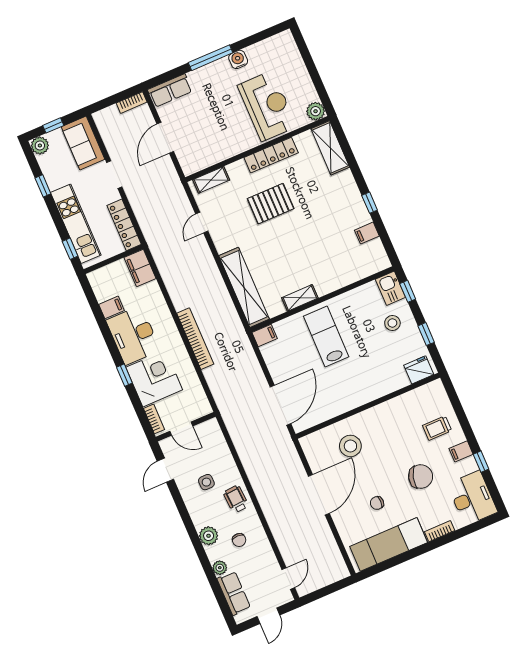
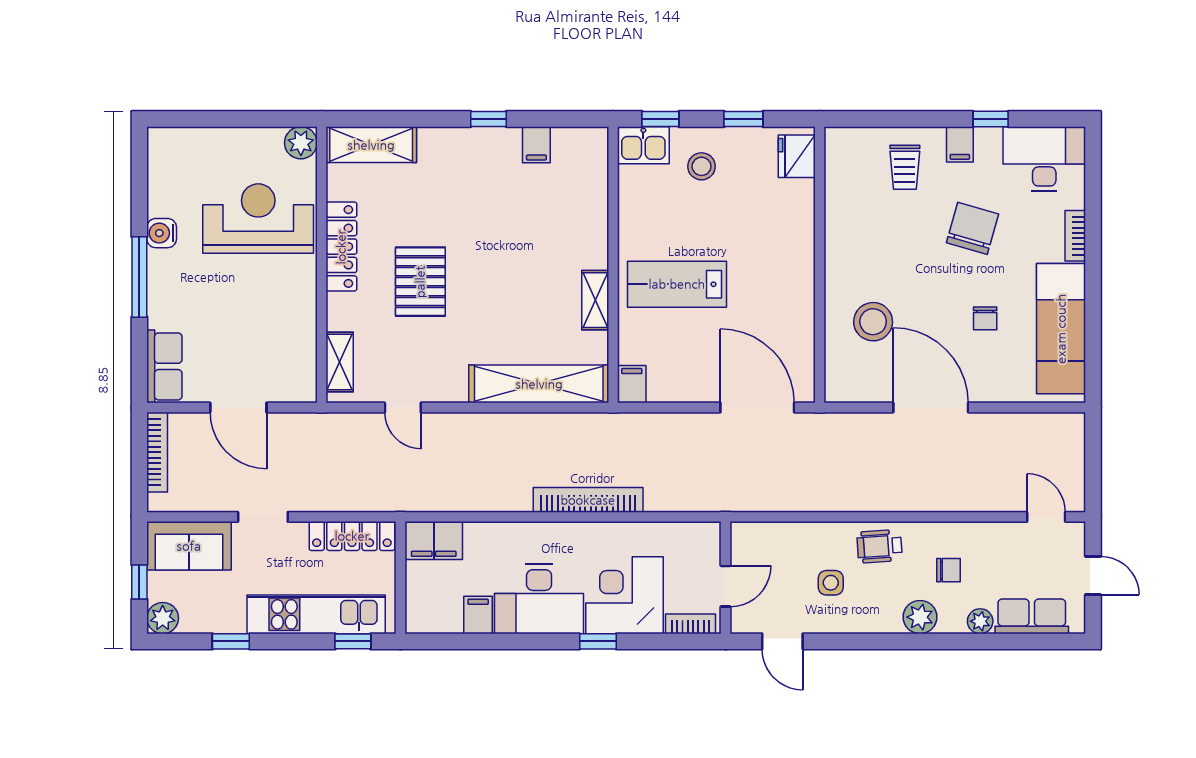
bookcase: (132, 103) -> (157, 452), width x1.56

